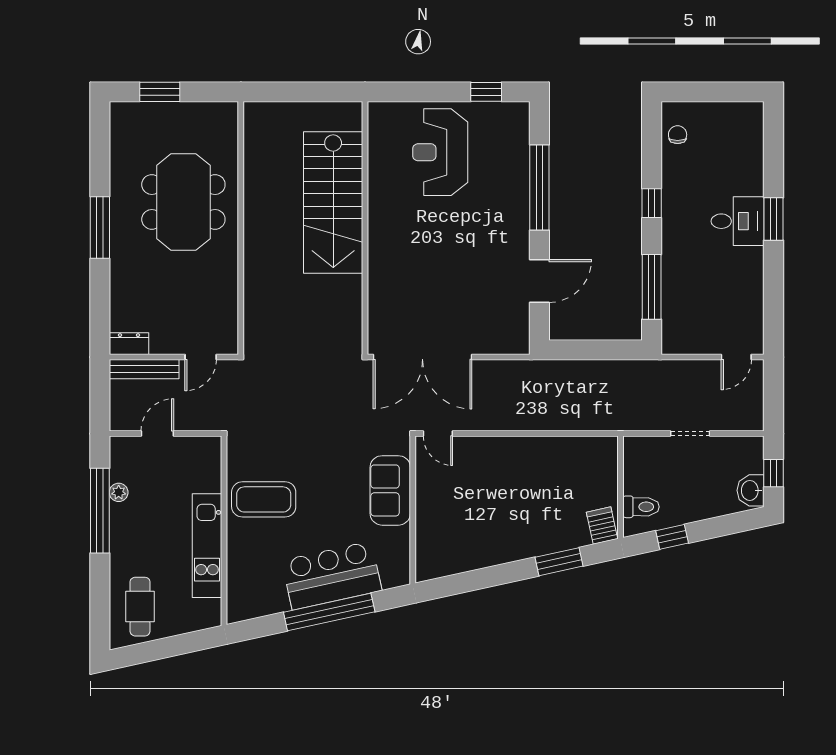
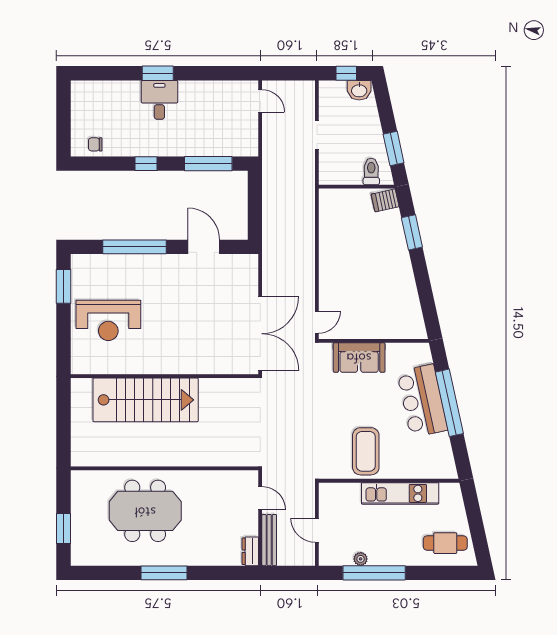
window: (486, 92) -> (64, 286), width x1.50
window: (672, 537) -> (394, 148), width x1.50

